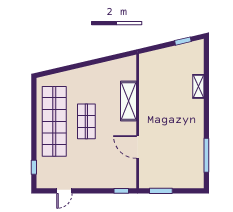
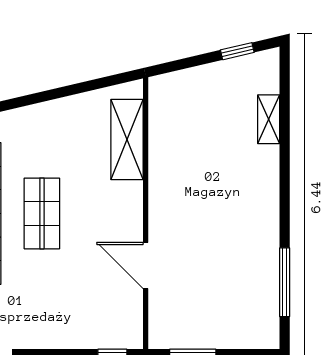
shelving: (198, 86) -> (269, 119), moved
shelving: (128, 101) -> (127, 140), moved

